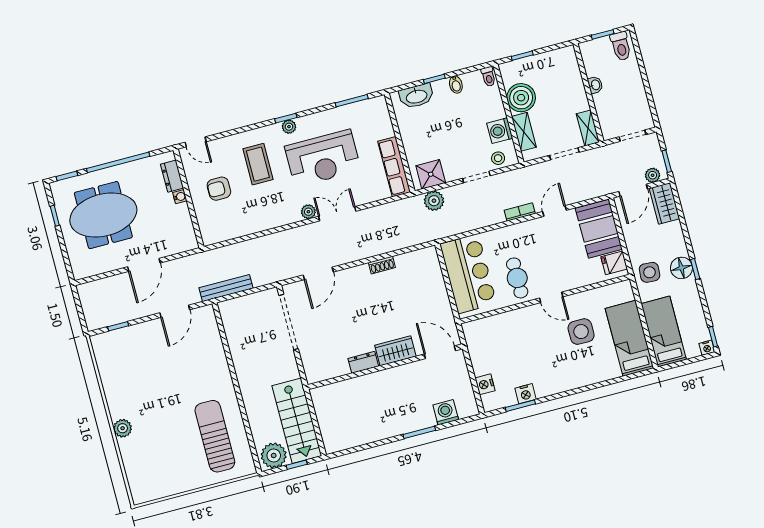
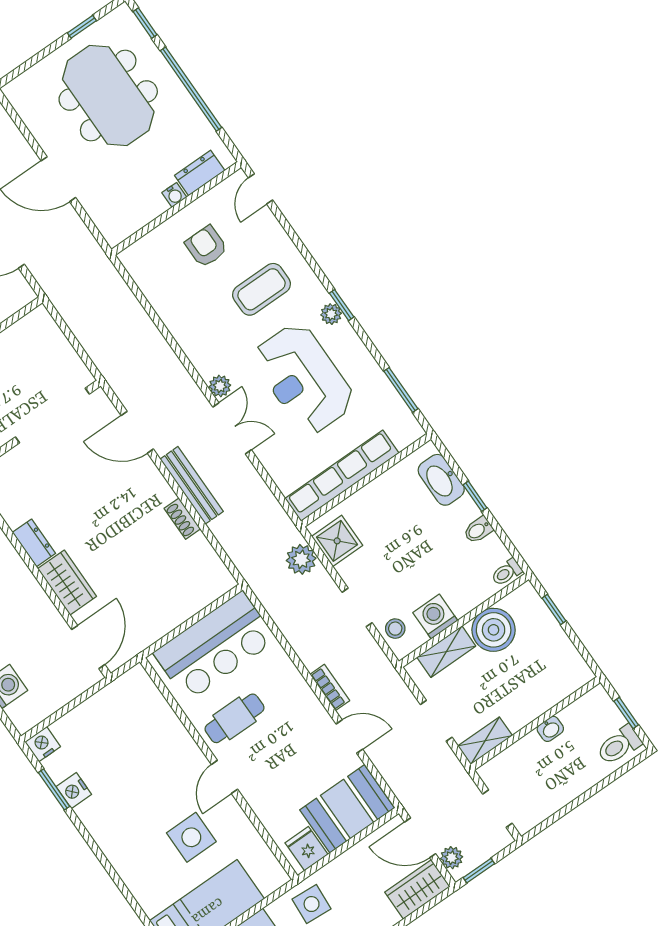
row of seats: (394, 167) -> (342, 476), width x1.36
bench: (226, 288) -> (192, 485), moved
nightstand: (485, 384) -> (43, 744), moved

